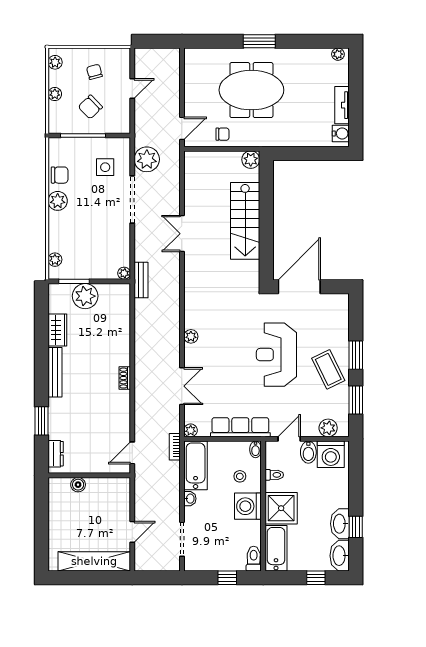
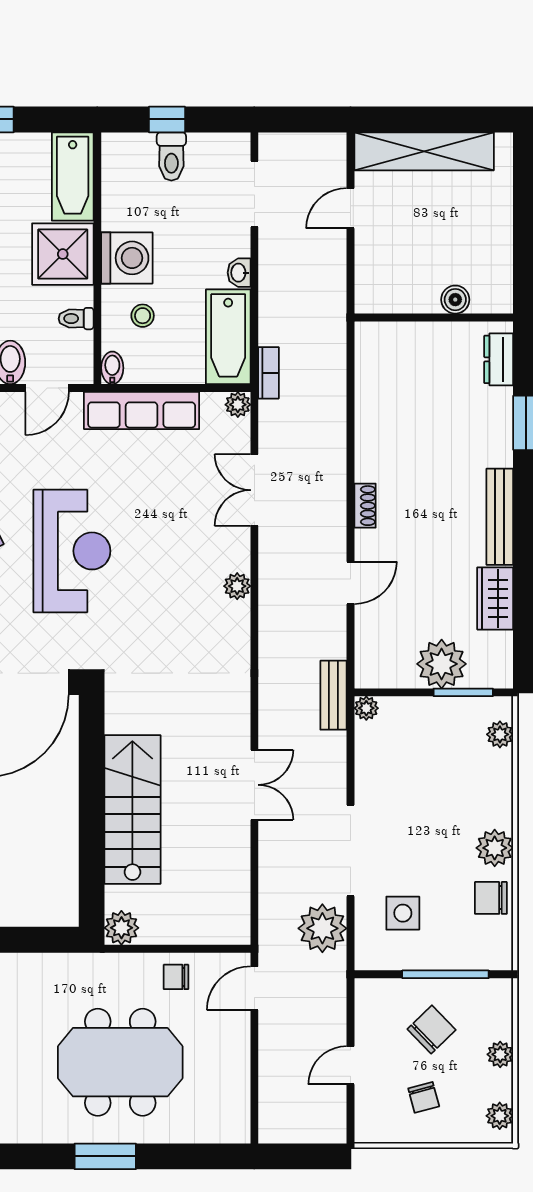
door: (132, 453) -> (350, 583), moved
toilet: (254, 559) -> (171, 156), moved

